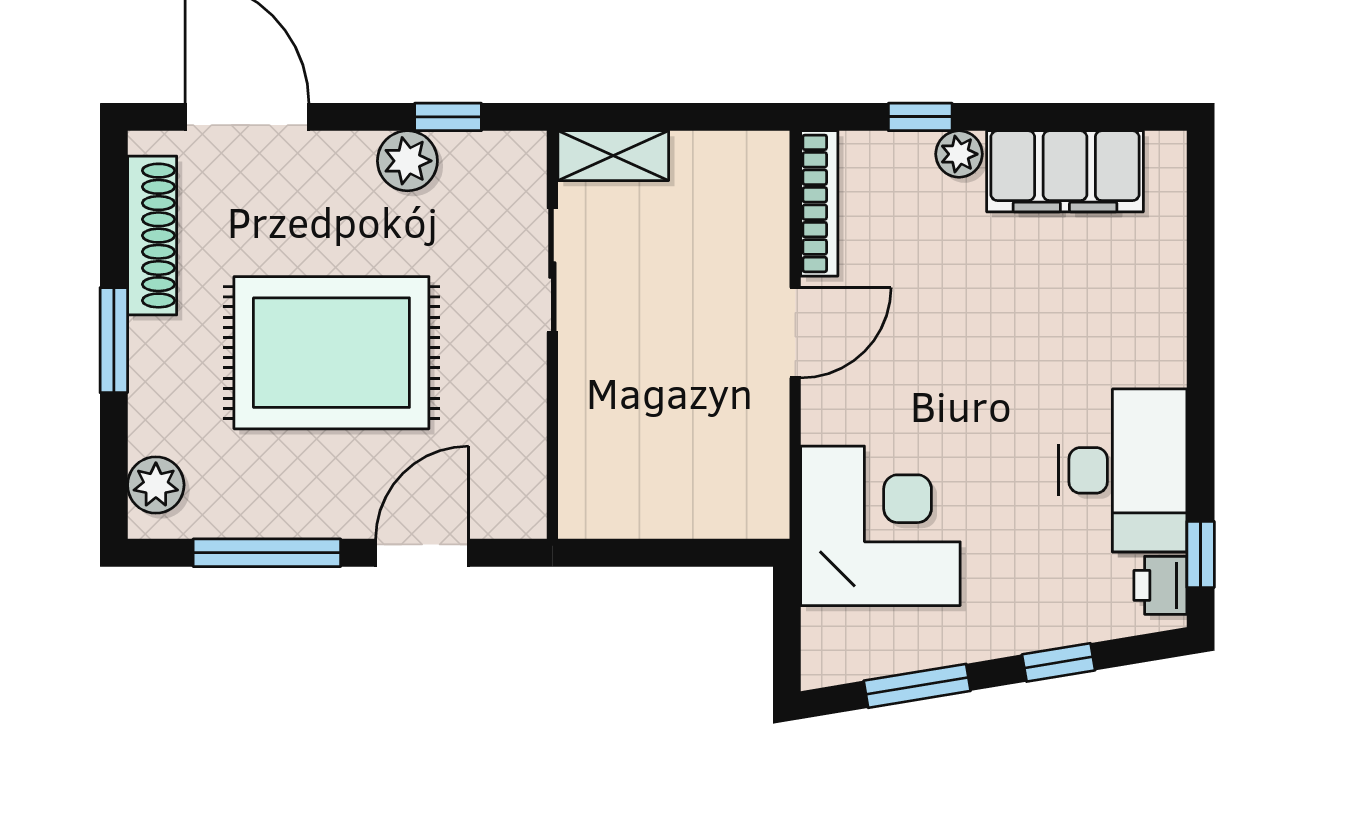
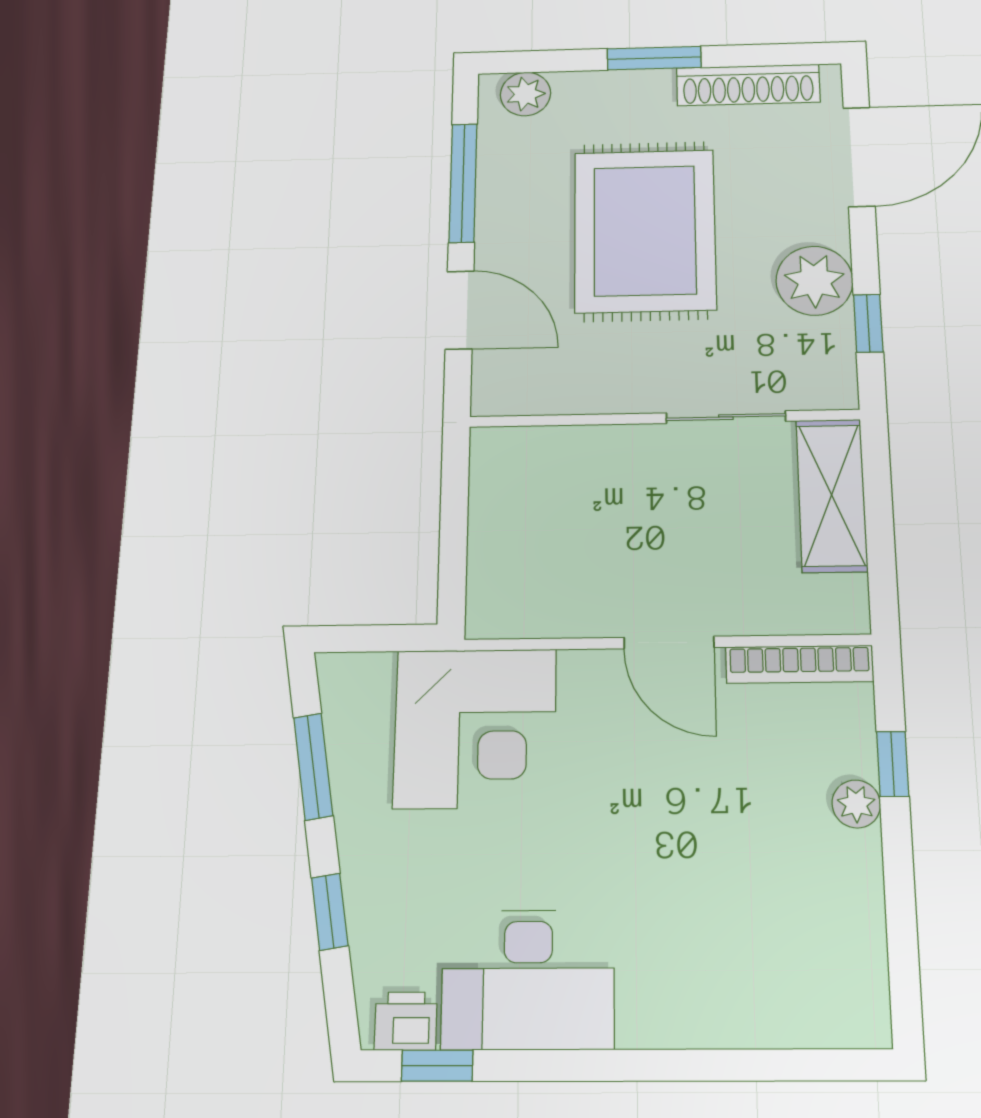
shelving: (613, 156) -> (832, 495), width x1.50, depth x1.33
plant: (407, 161) -> (814, 281), width x1.36, depth x1.36
filing cabinet: (1065, 171) -> (843, 915), removed

